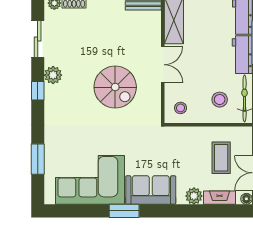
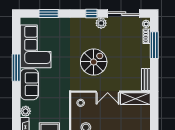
sliding door: (38, 39) -> (124, 14), width x1.37
spiral stairs: (115, 87) -> (94, 62), turned 180
window: (124, 211) -> (16, 68), width x1.44

